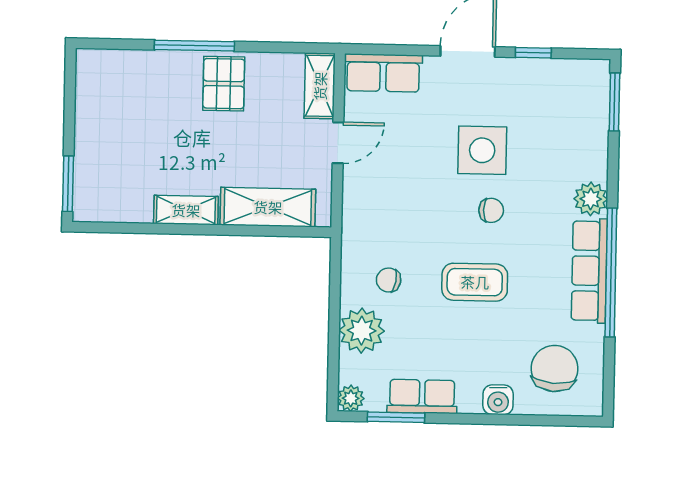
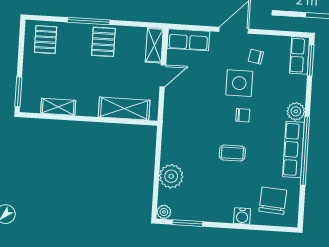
window: (533, 53) -> (269, 32), removed
pallet: (115, 84) -> (46, 40), added
shelving: (186, 210) -> (58, 107), moved
chair: (389, 280) -> (256, 57), moved
coffee table: (475, 282) -> (232, 153), width x0.73, depth x0.77
row of seats: (422, 396) -> (300, 55), moved, turned -90

